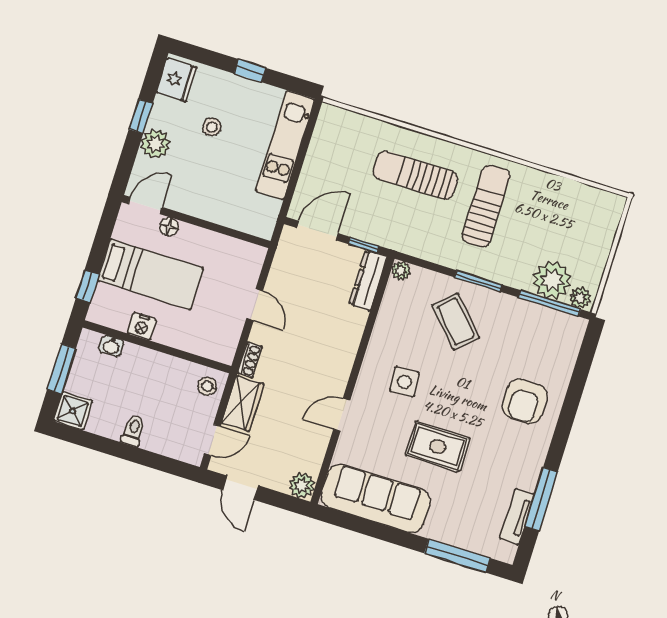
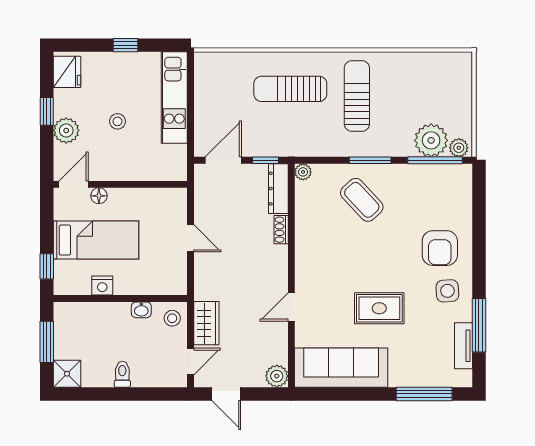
stool: (212, 127) -> (118, 121), moved
washbasin: (111, 346) -> (141, 310), moved
shoe rack: (250, 360) -> (281, 230), moved, turned 180
side table: (404, 382) -> (447, 291), moved

